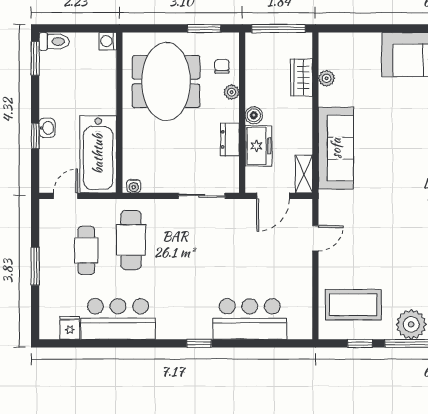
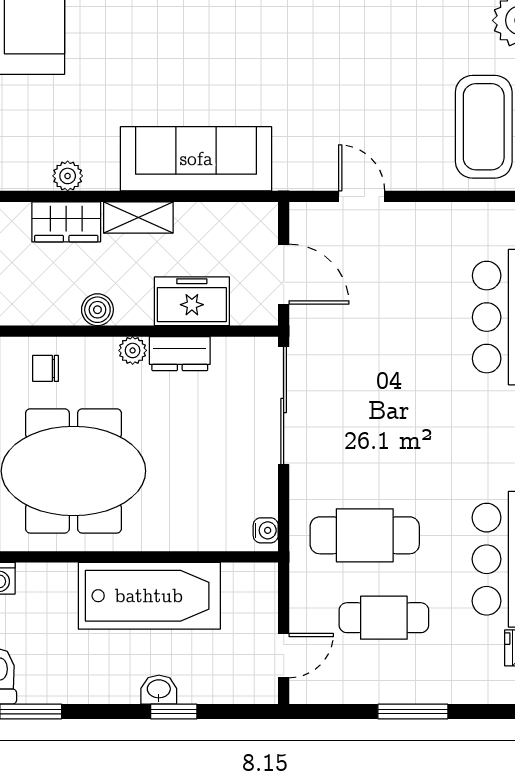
plant: (232, 92) -> (133, 350), moved
boiler: (254, 115) -> (97, 310), moved
bathtub: (98, 154) -> (149, 596), moved
shelving: (304, 174) -> (138, 217), moved
door: (66, 196) -> (284, 656), swing flipped
sliding door: (202, 196) -> (284, 406), width x1.37

